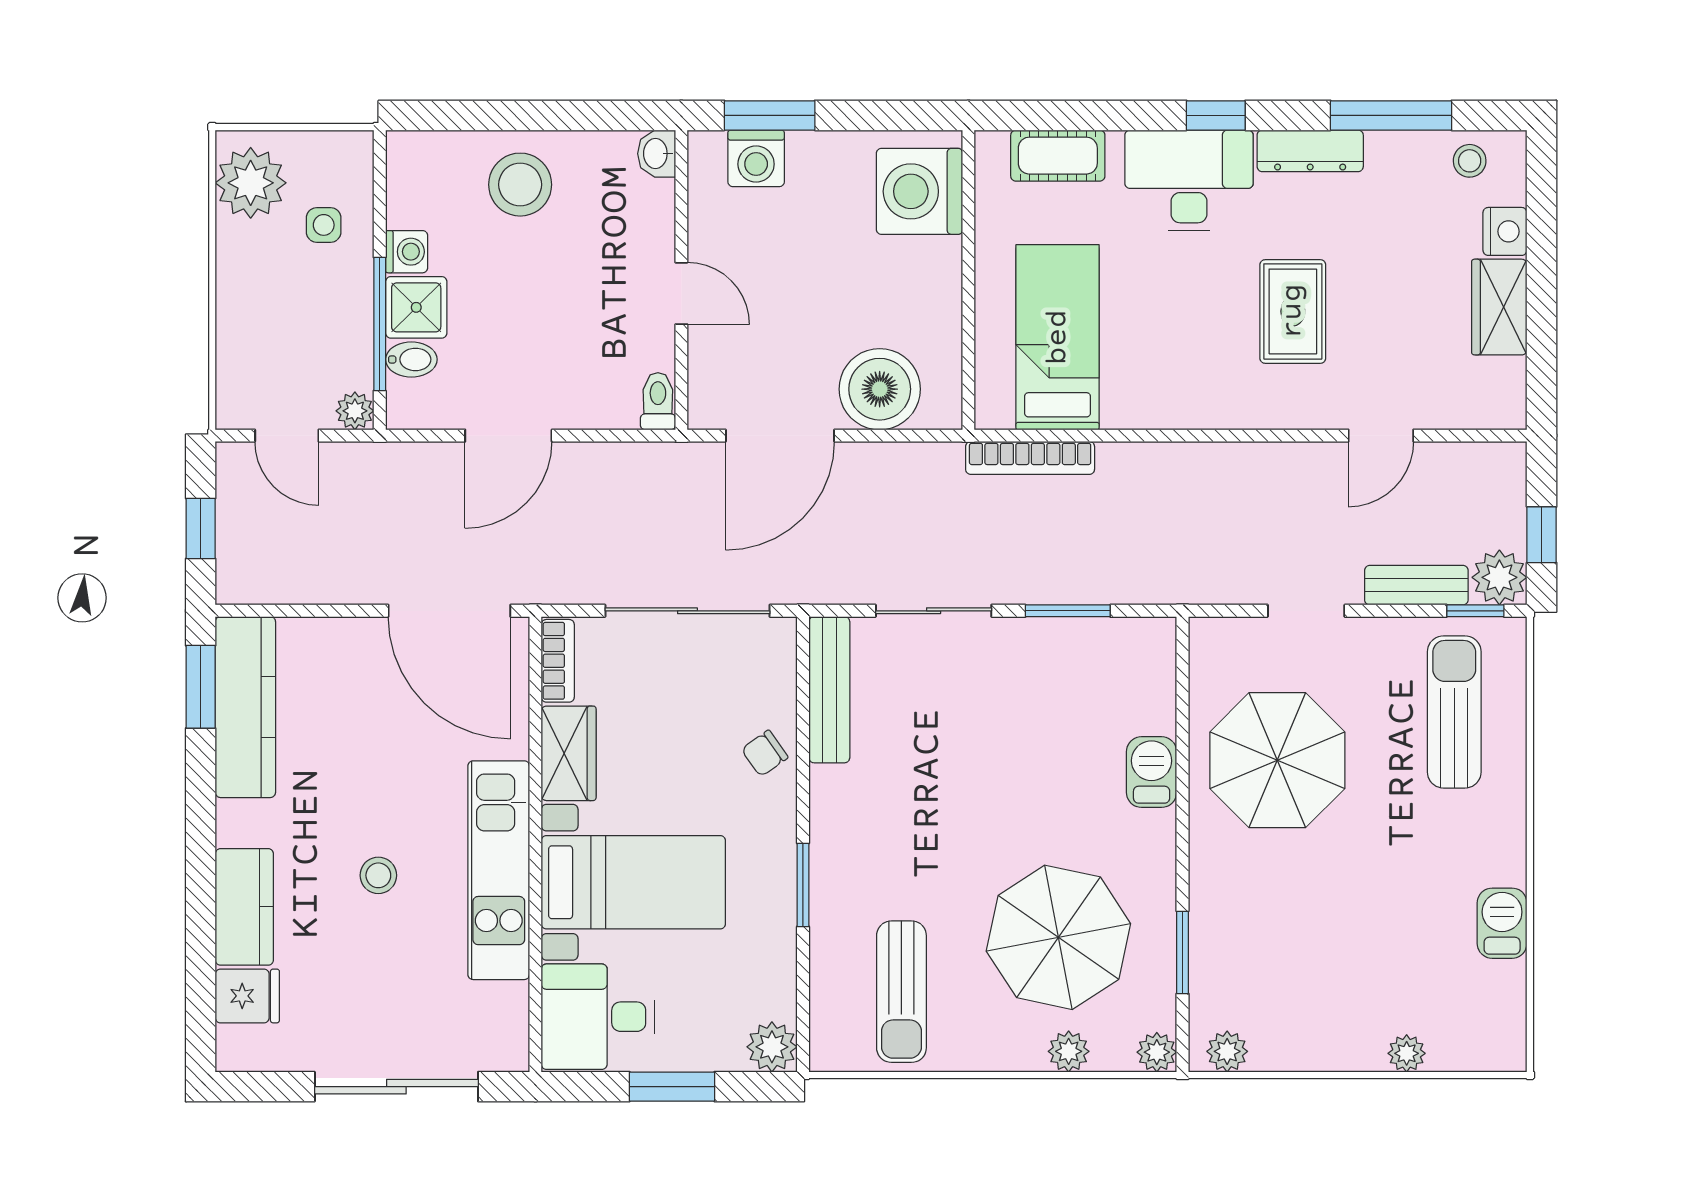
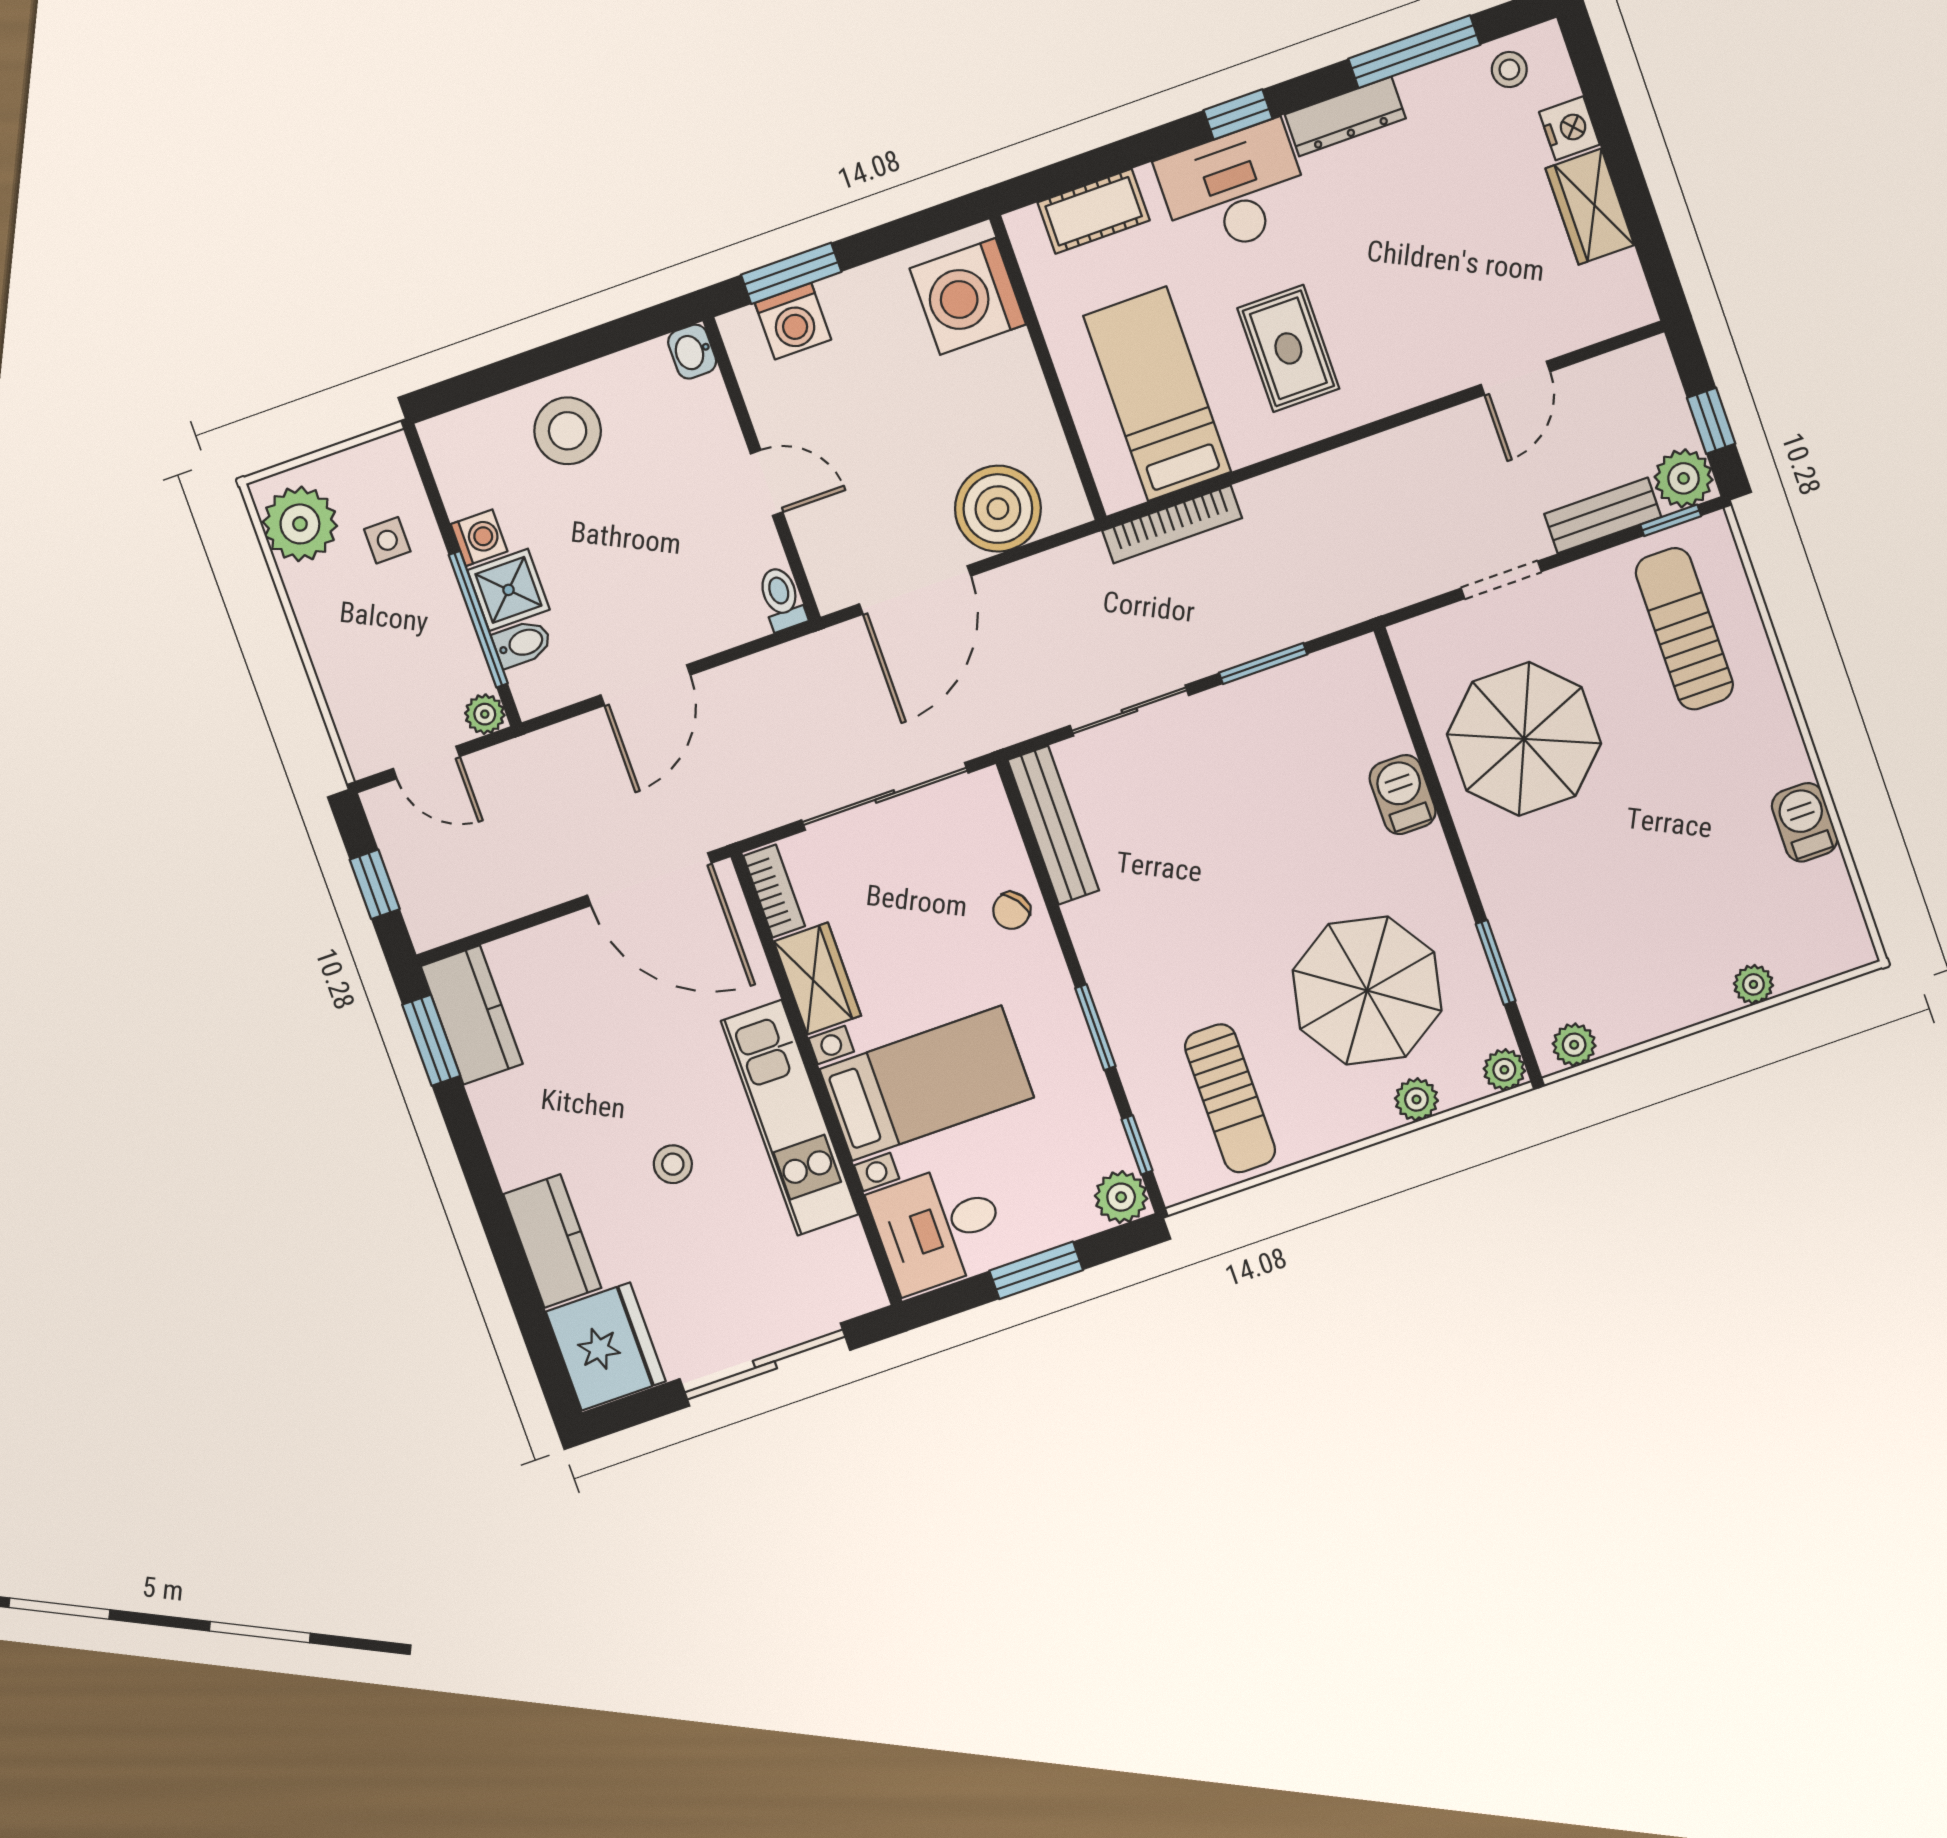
rug: (1293, 311) -> (1288, 348), moved
kitchen counter: (245, 707) -> (472, 1015), width x0.67
fridge: (247, 996) -> (606, 1347), width x1.88, depth x1.34
window: (803, 1005) -> (1137, 1145), added

